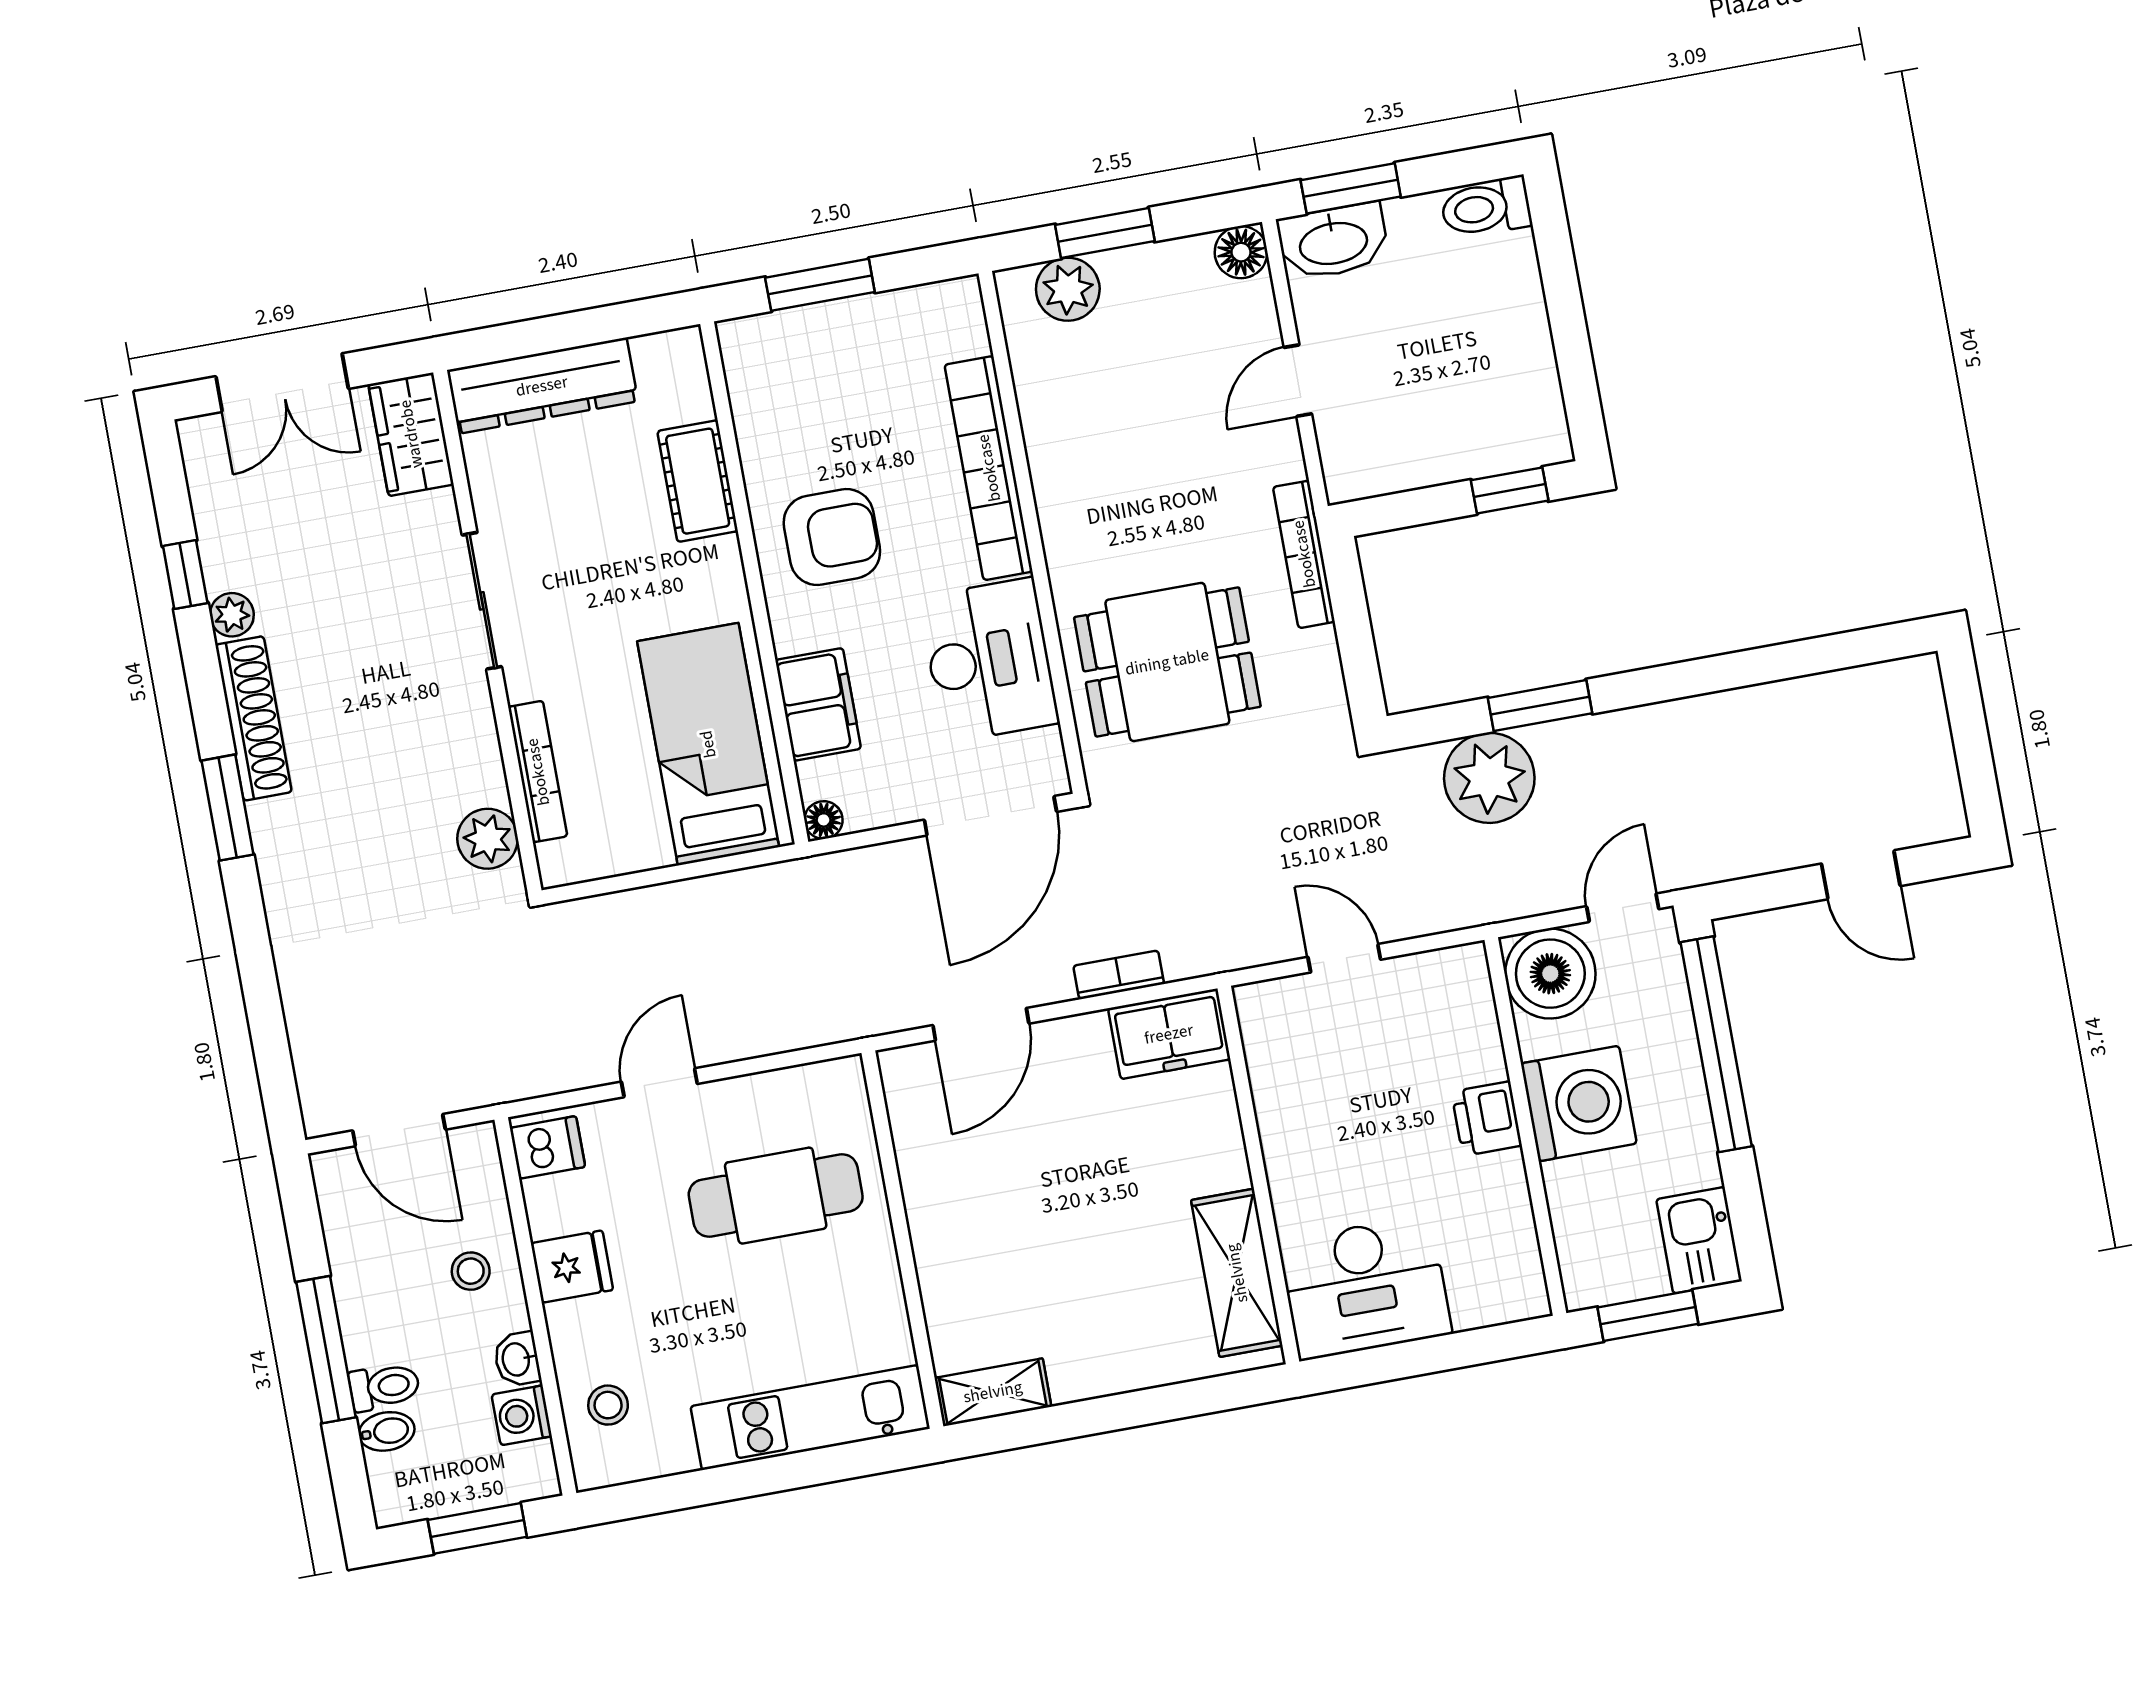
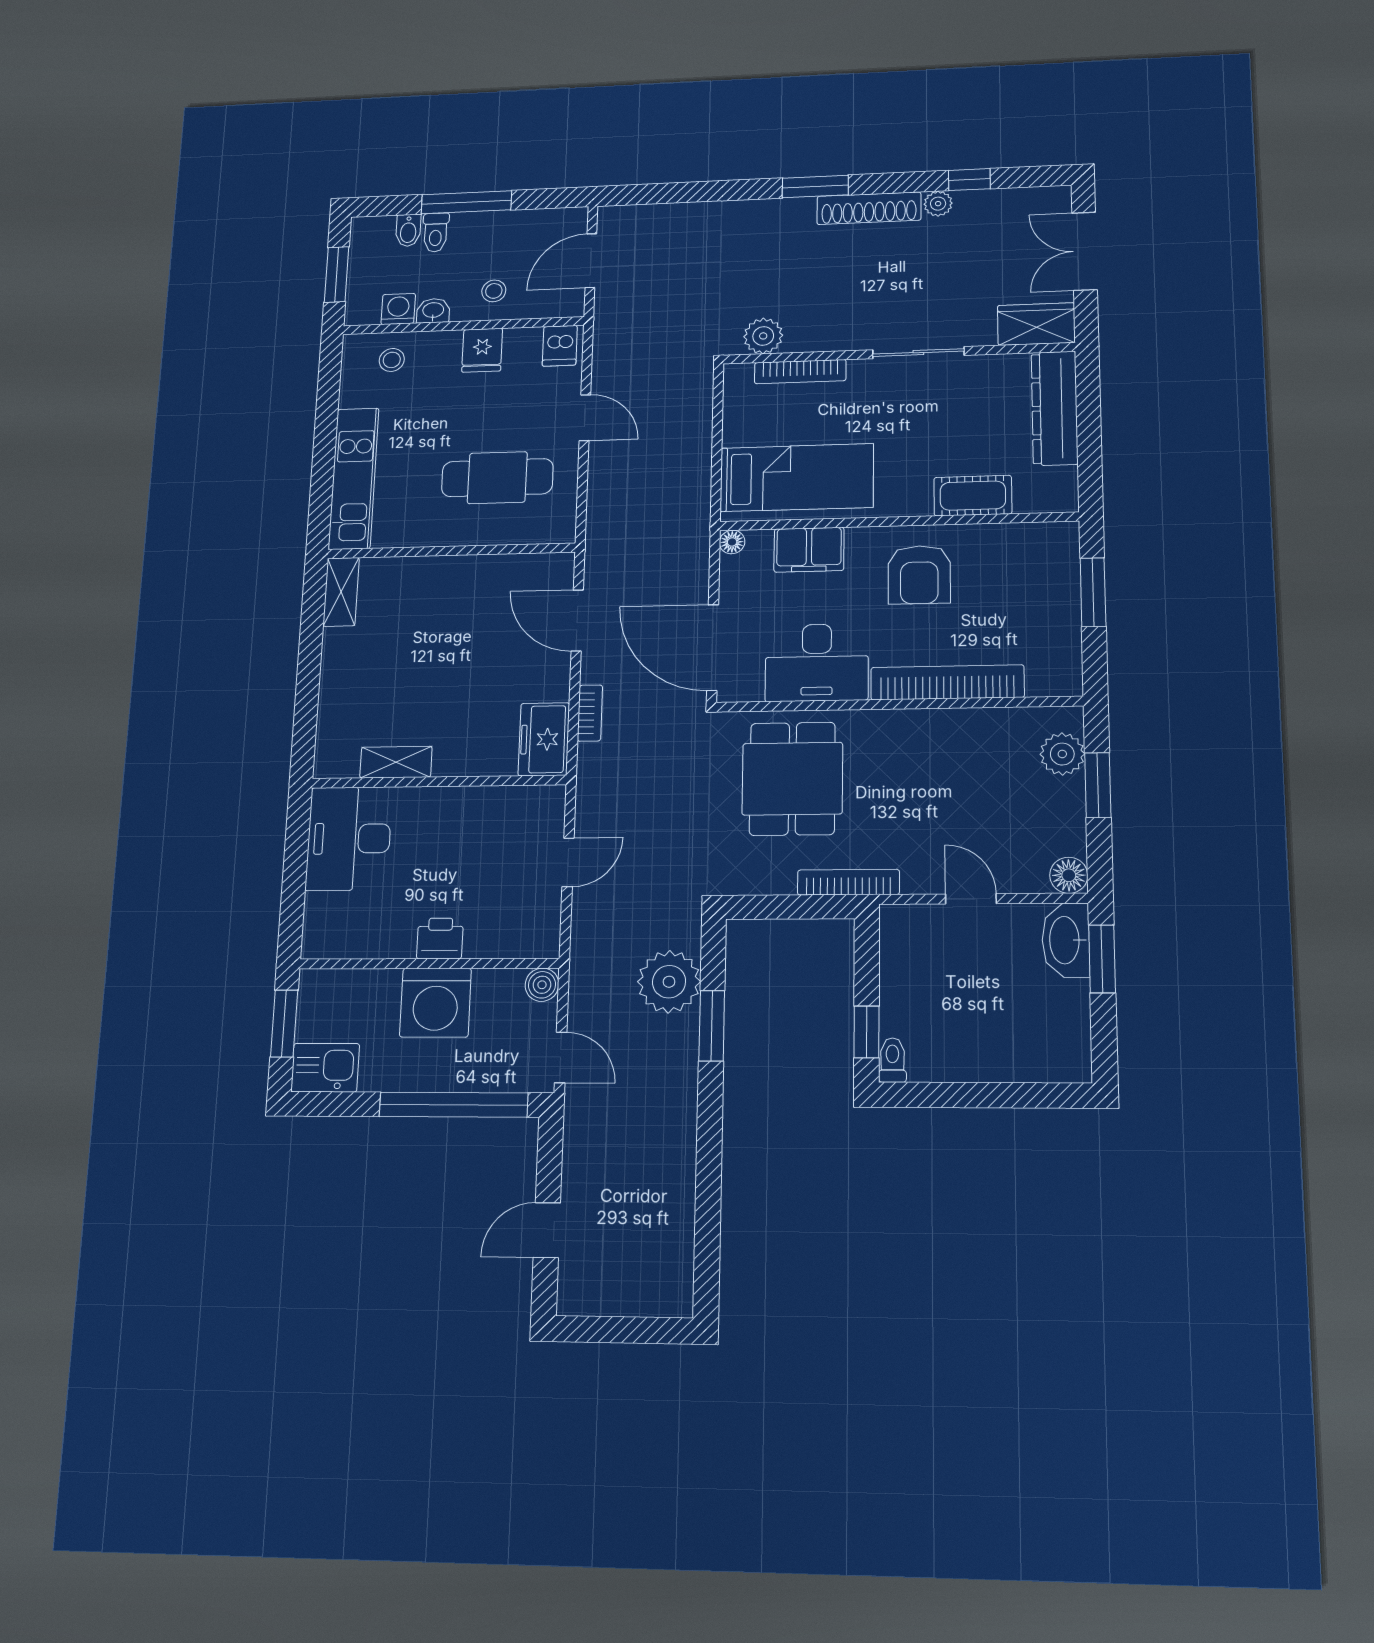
toilet: (1486, 208) -> (892, 1060), moved, width x0.73, depth x0.72
boiler: (1550, 974) -> (542, 985), width x0.54, depth x0.54
cafe table: (776, 1196) -> (497, 478), turned 90
shelving: (1237, 1273) -> (396, 762), width x0.67, depth x0.75

